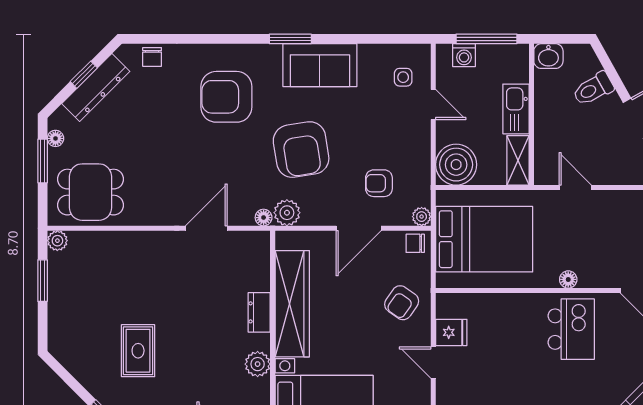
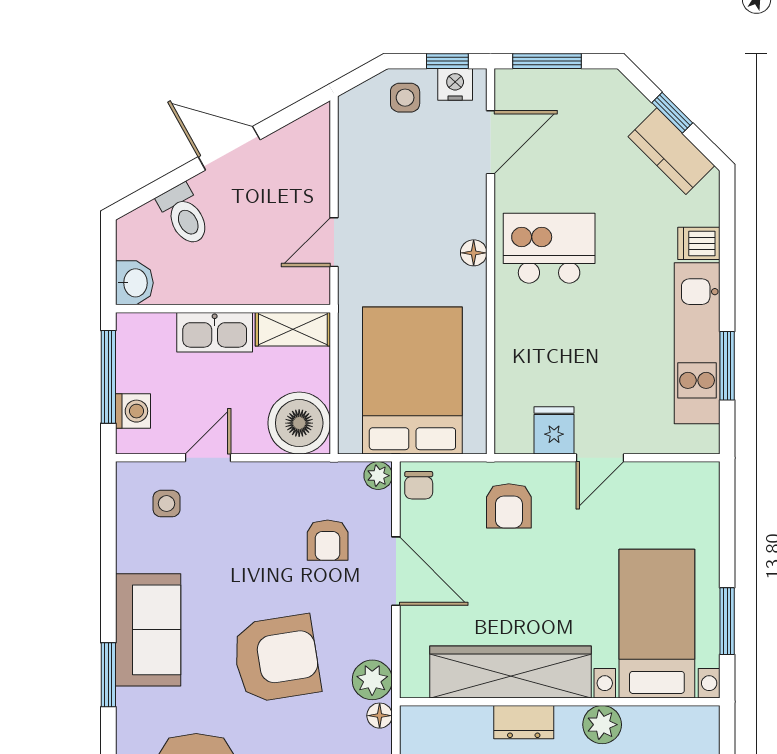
armchair: (402, 303) -> (509, 506), turned 55

